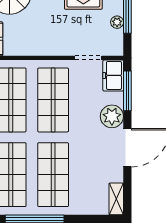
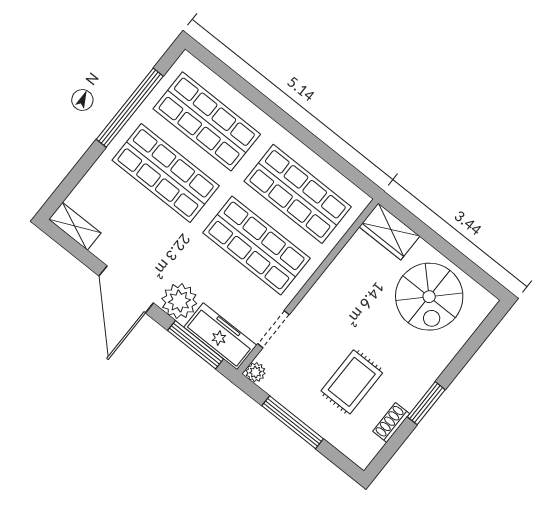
plant: (117, 22) -> (255, 372), moved
freezer: (113, 75) -> (220, 336), width x1.40

